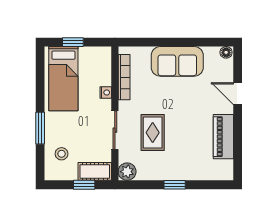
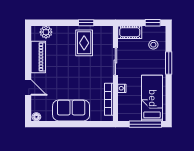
window: (73, 42) -> (145, 124), width x2.17
rug: (153, 133) -> (84, 43), moved
plant: (127, 172) -> (46, 32), moved
window: (84, 185) -> (153, 23), moved
window: (175, 185) -> (86, 23), moved

